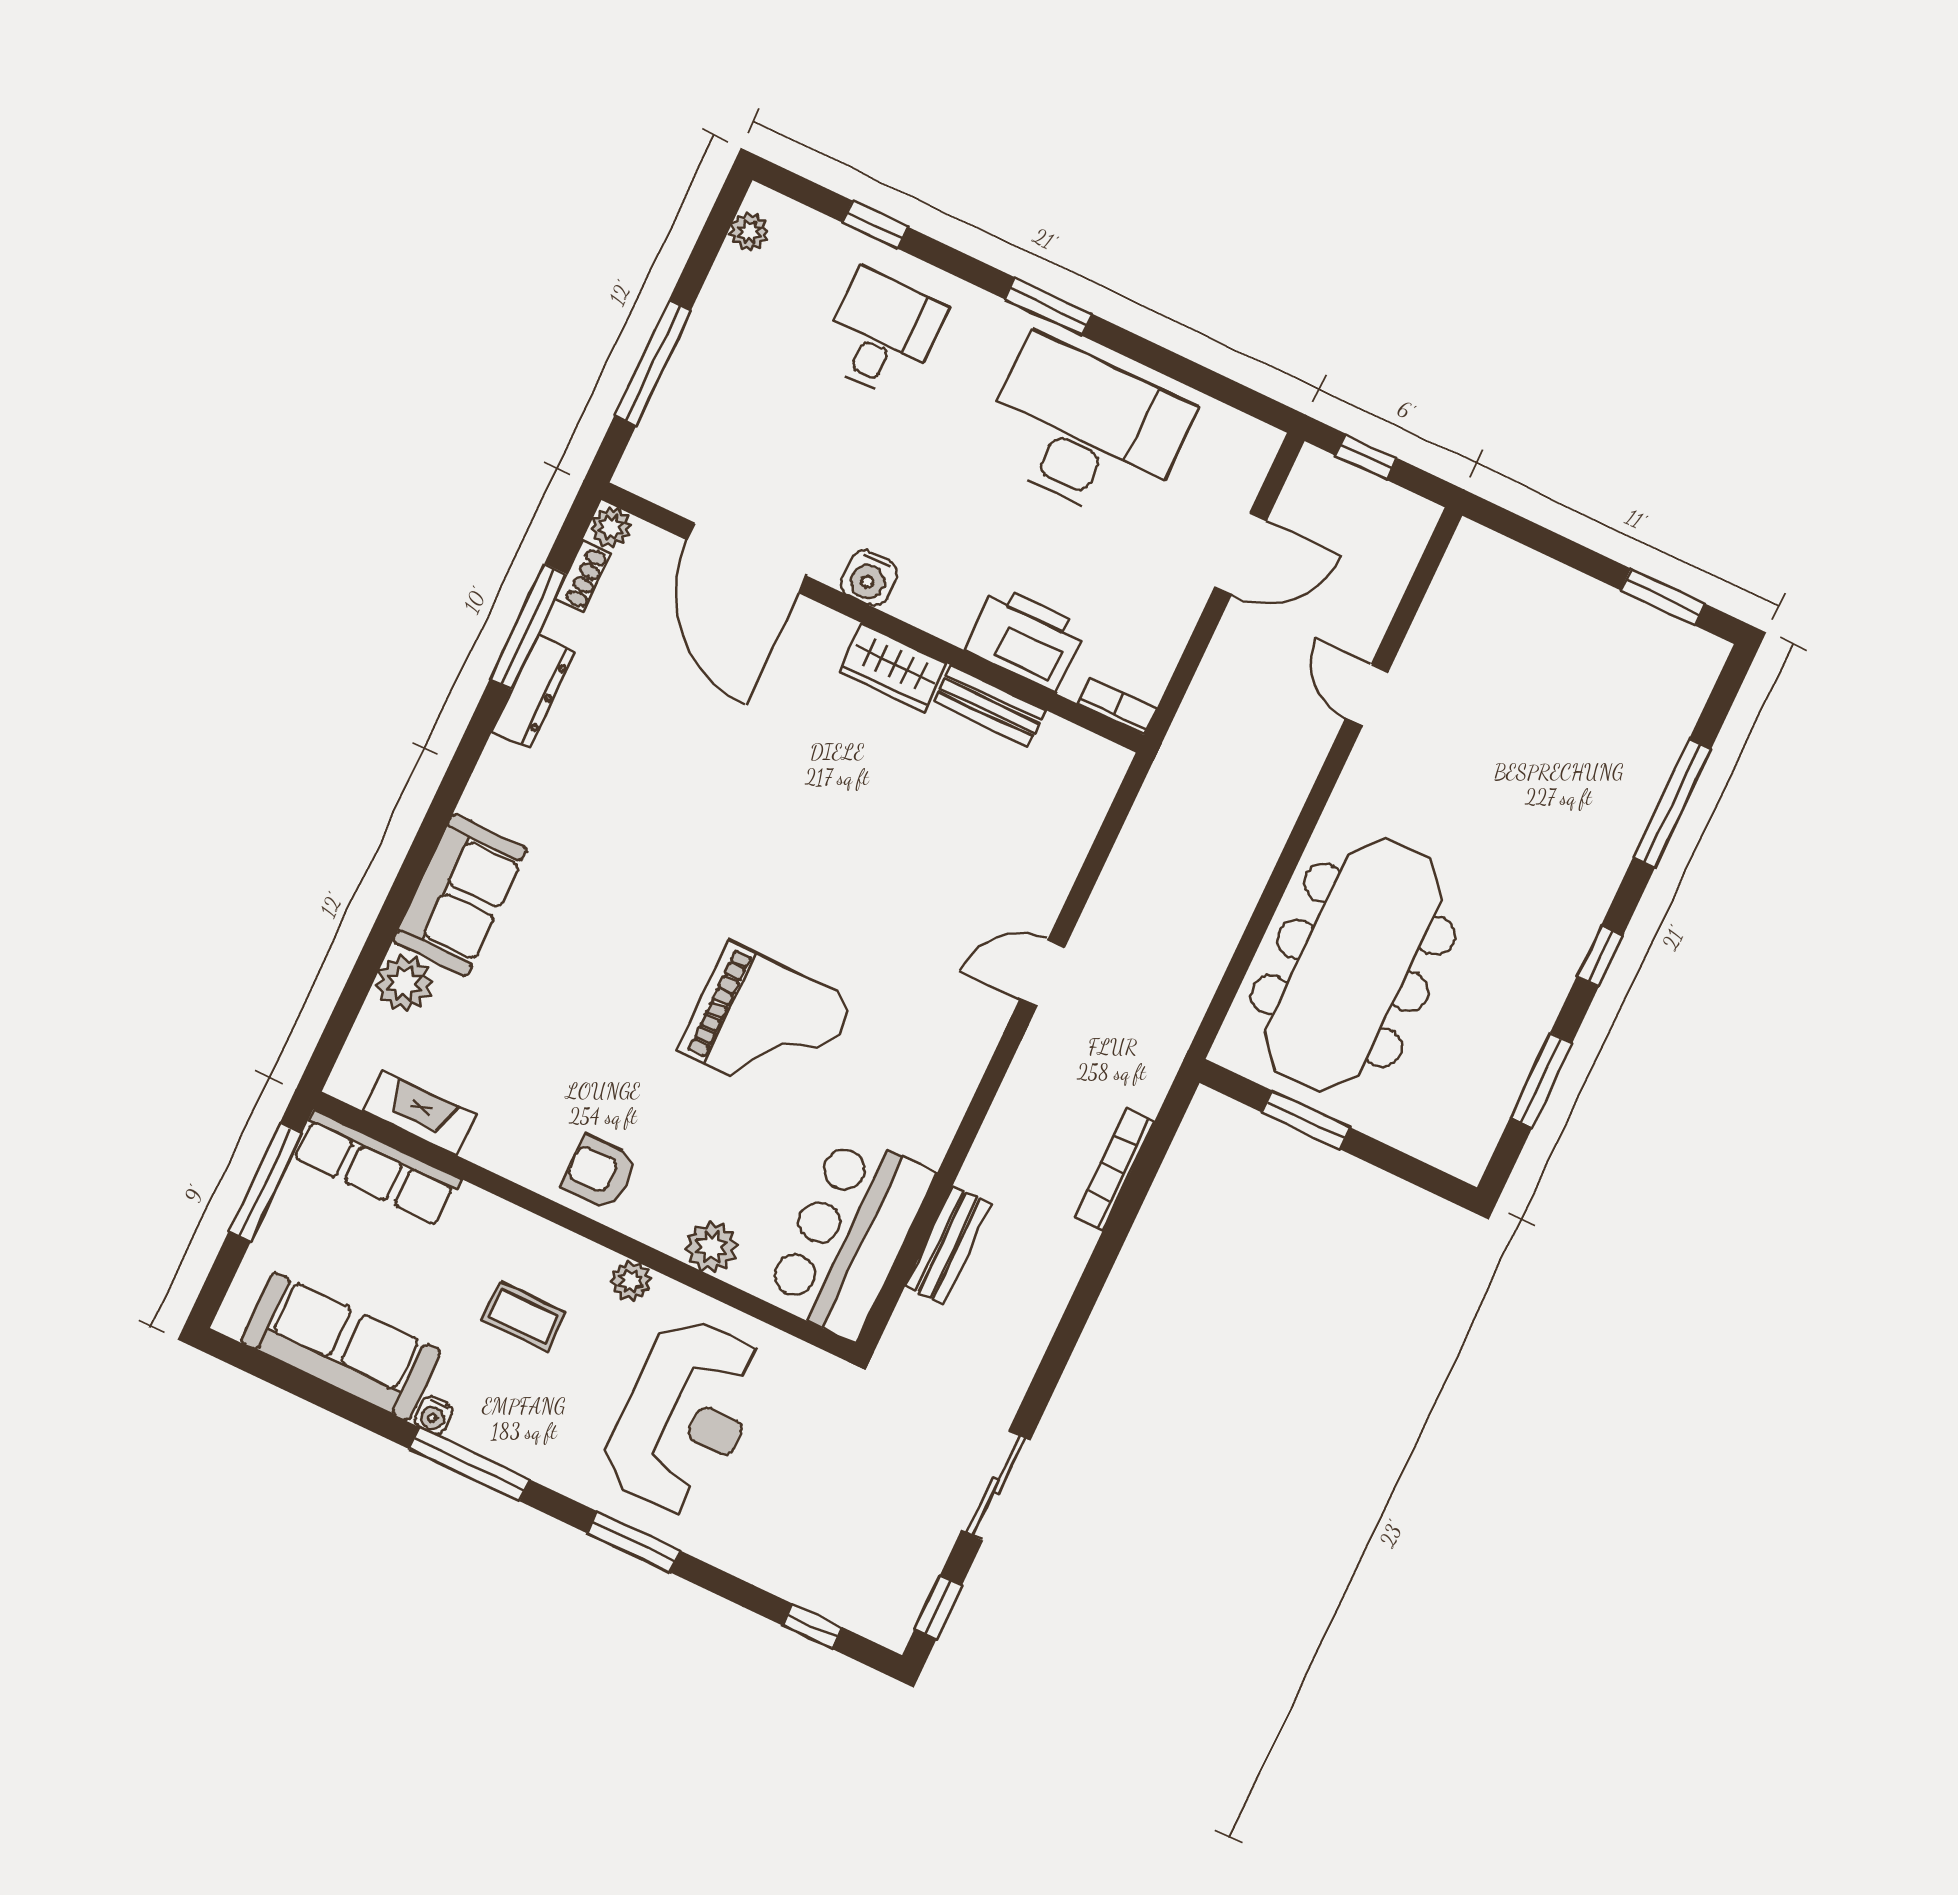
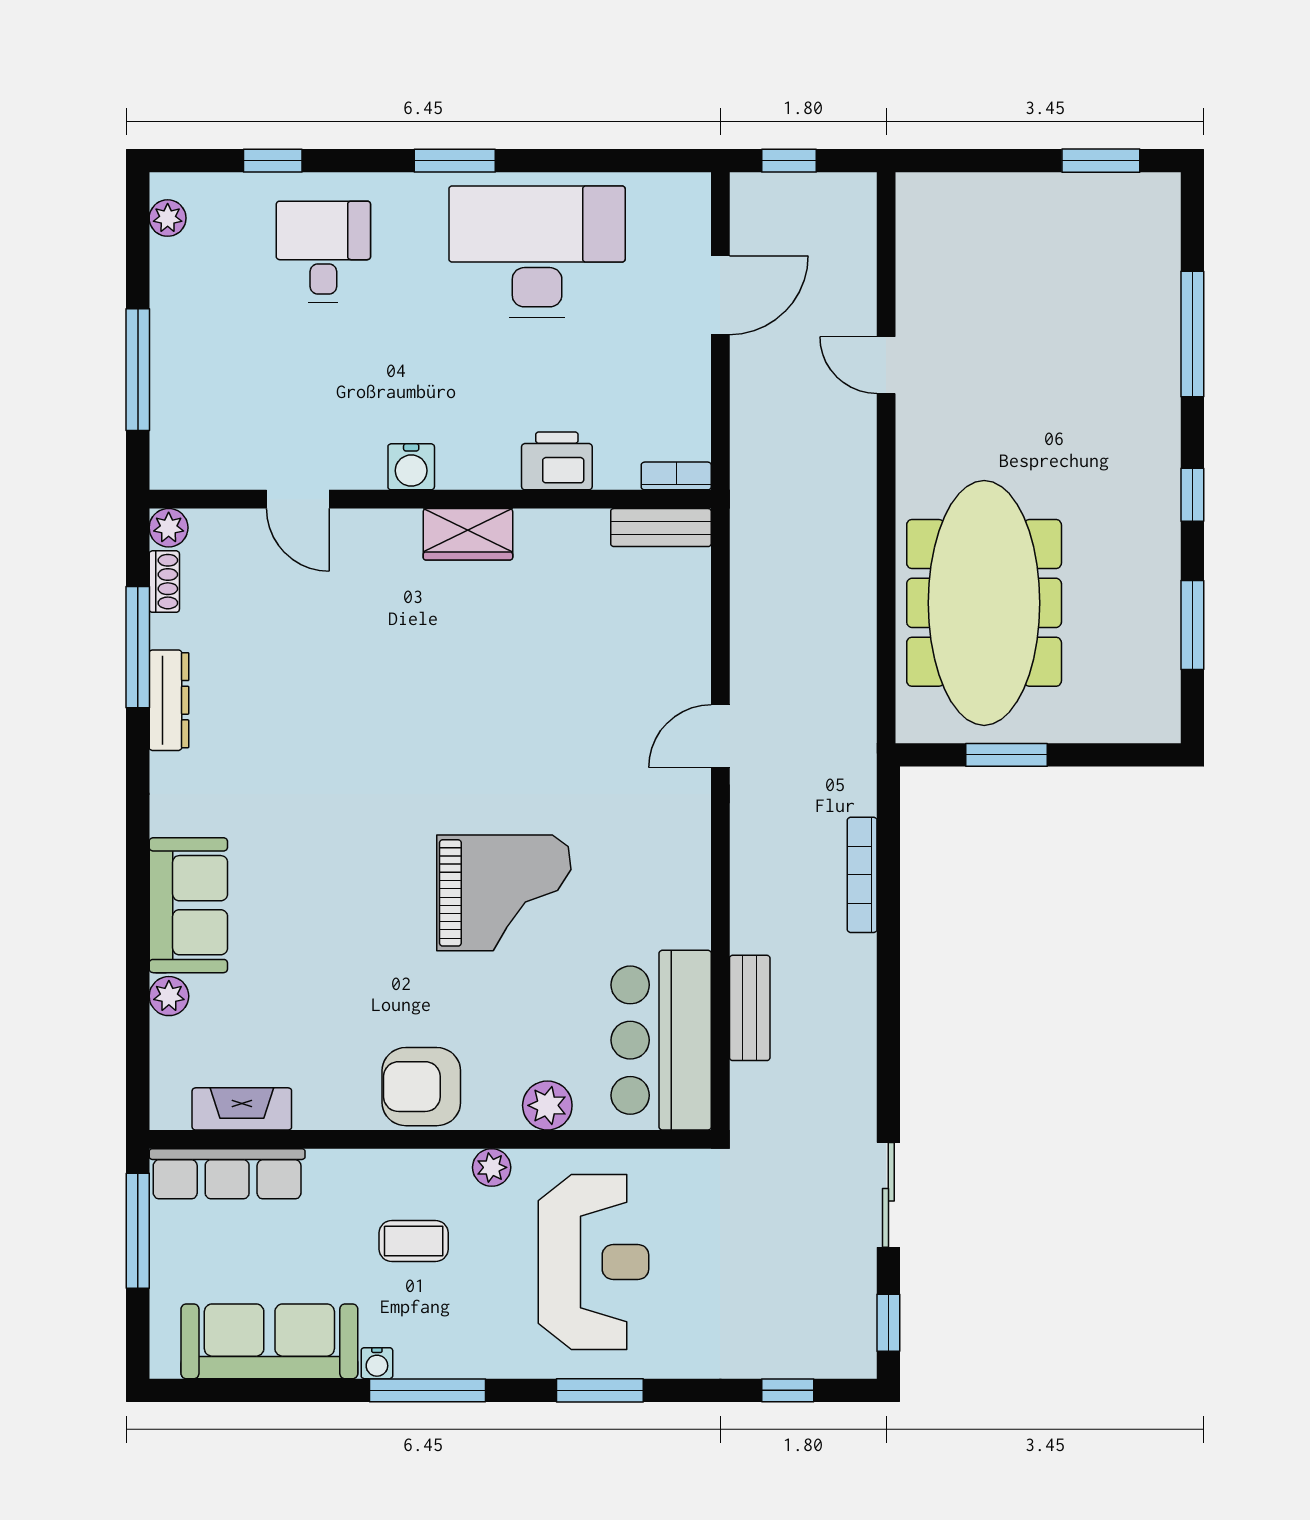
door: (747, 558) -> (298, 499), width x0.53
printer: (1025, 639) -> (557, 461), width x0.73, depth x0.84
bench: (989, 706) -> (661, 528), moved
plant: (404, 983) -> (169, 996), width x0.73, depth x0.73
armchair: (600, 1172) -> (421, 1087), width x1.38, depth x1.38

